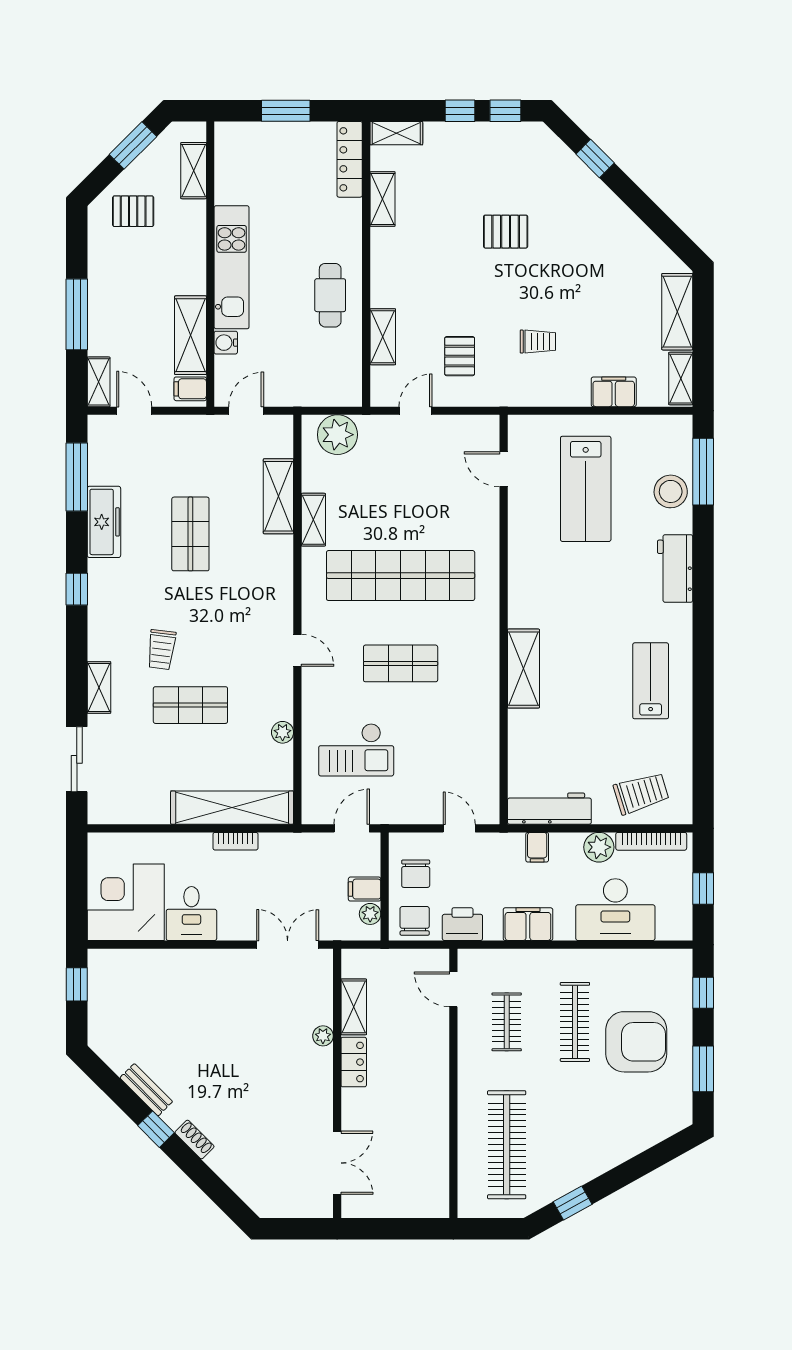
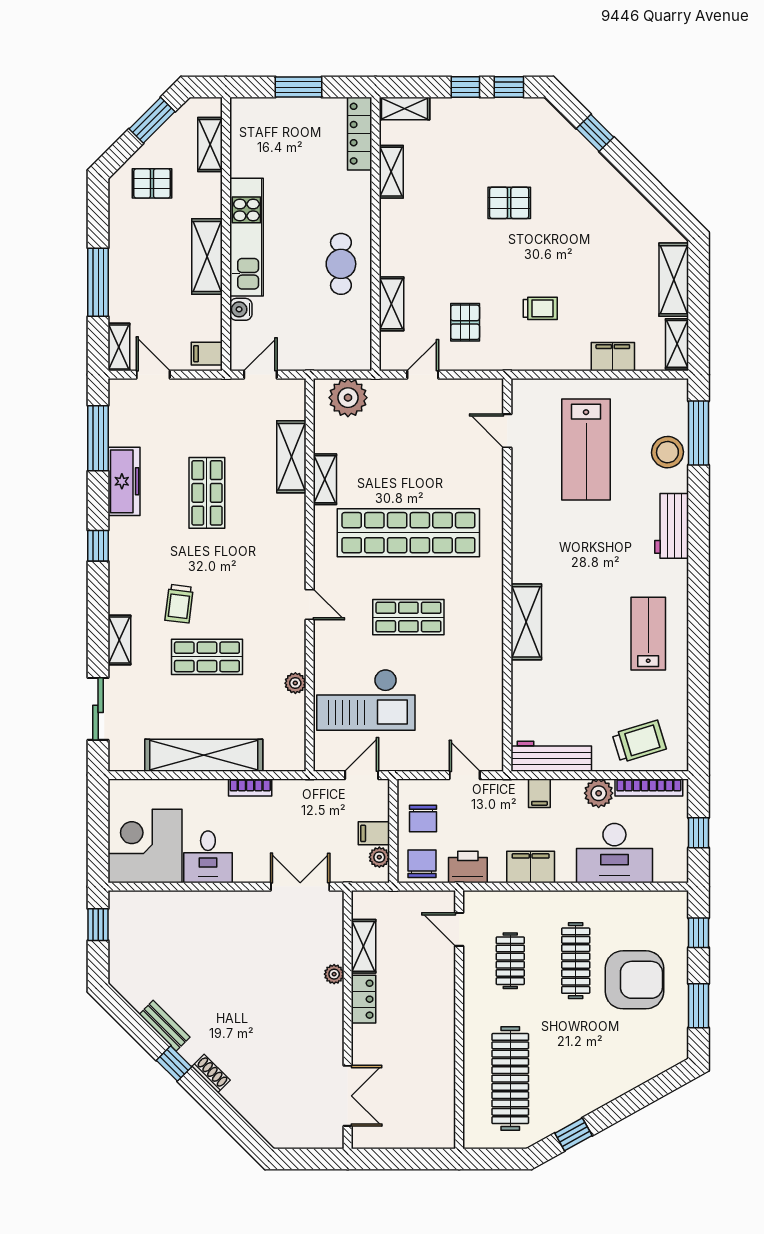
shelving: (190, 335) -> (207, 257), moved
checkout: (356, 750) -> (366, 700), width x1.36, depth x1.21
shelving: (232, 808) -> (204, 755), moved

